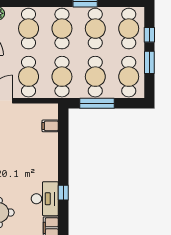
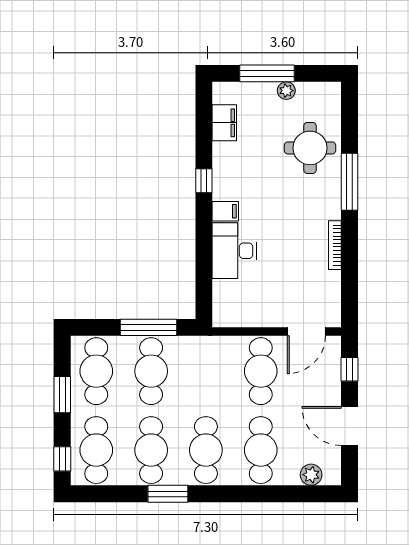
window: (149, 35) -> (62, 459), moved
cafe table: (62, 77) -> (206, 371), removed
filing cabinet: (50, 126) -> (225, 211), moved
desk: (45, 199) -> (234, 251), moved

